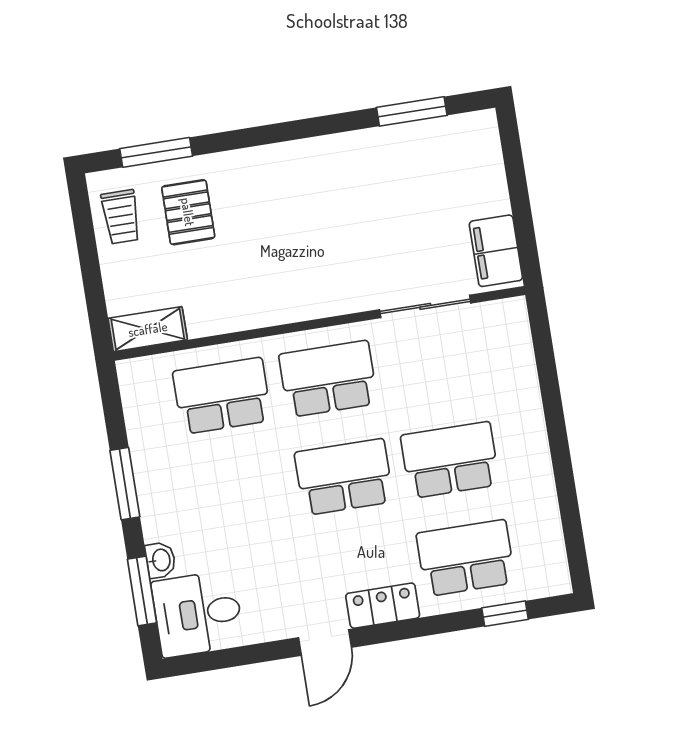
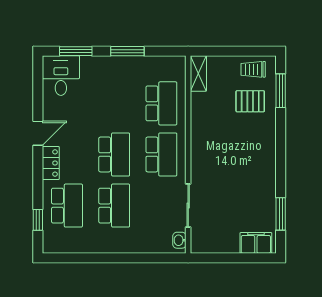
filing cabinet: (496, 251) -> (256, 243), moved
washbasin: (161, 560) -> (179, 240), moved, turned 90
door: (325, 642) -> (38, 133), swing flipped

